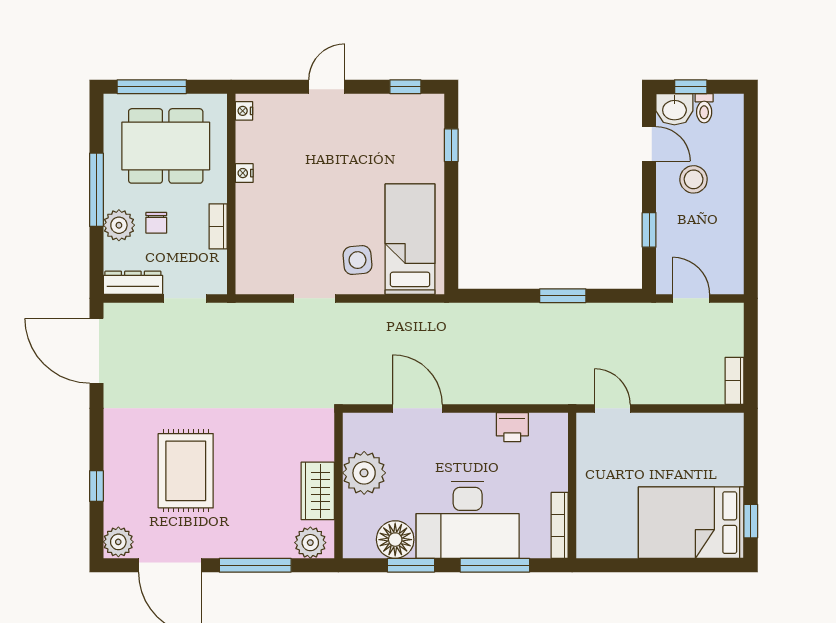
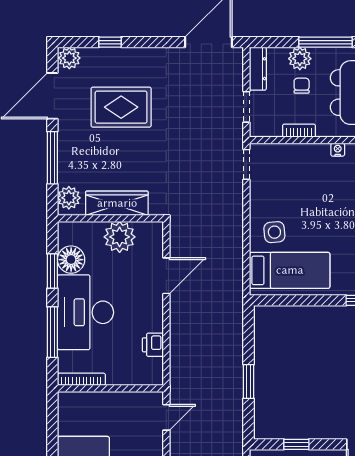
chair: (156, 223) -> (302, 86), turned 90
doorway: (315, 298) -> (246, 164), moved
wardrobe: (318, 491) -> (117, 203), width x1.50

